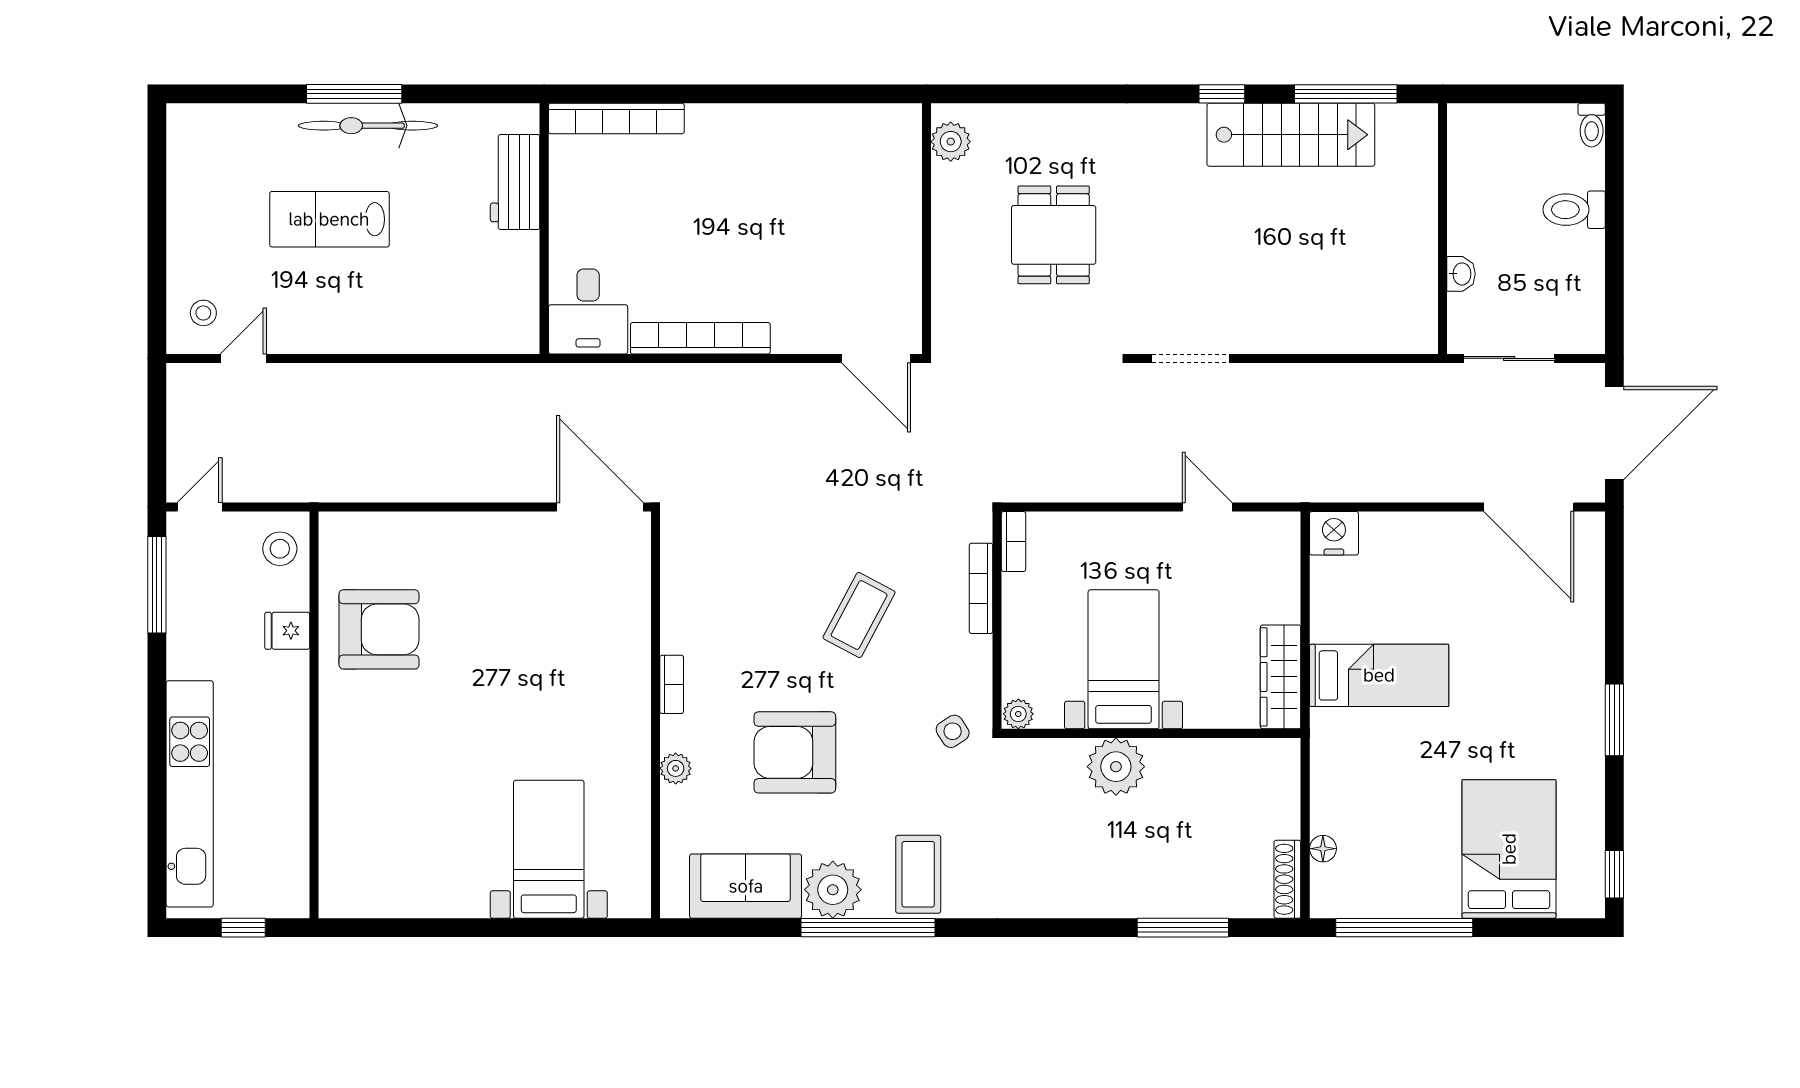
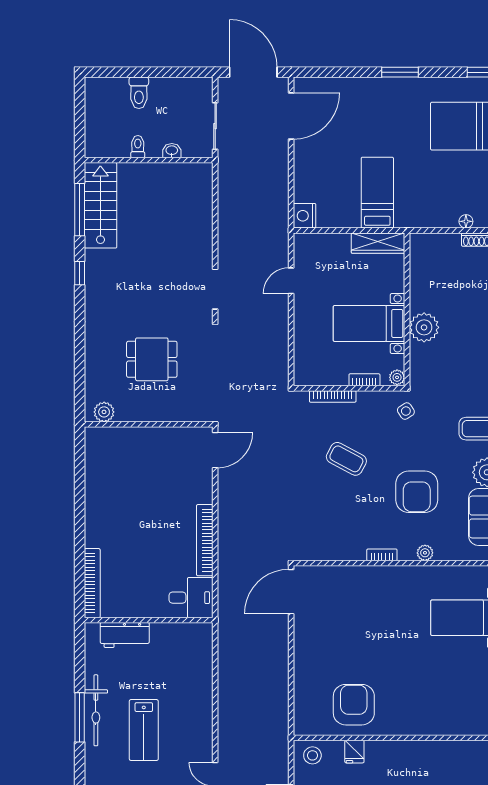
toilet: (1592, 125) -> (138, 147), moved, turned -90
stairs: (1291, 135) -> (100, 205), moved
bookcase: (1014, 542) -> (364, 380), moved

